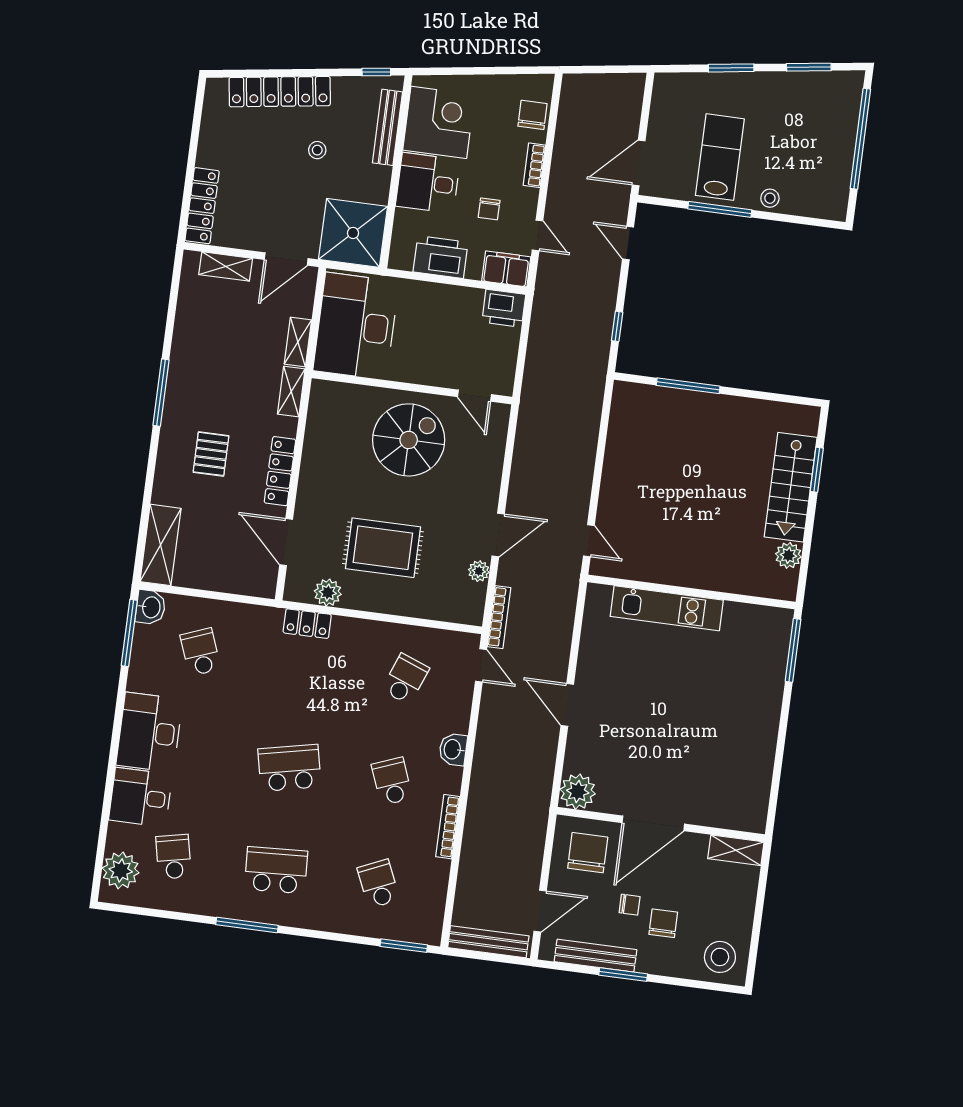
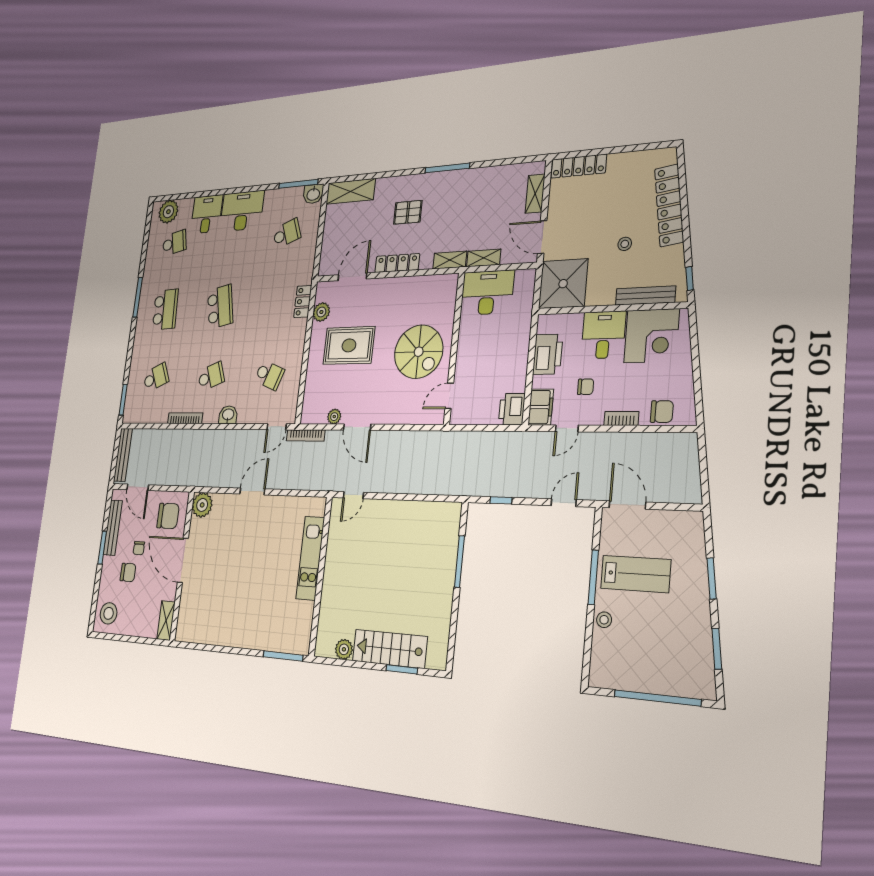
chair: (489, 209) -> (586, 387), turned 180
desk: (356, 326) -> (487, 293), width x0.73, depth x0.77
rug: (383, 548) -> (349, 345), turned 90

